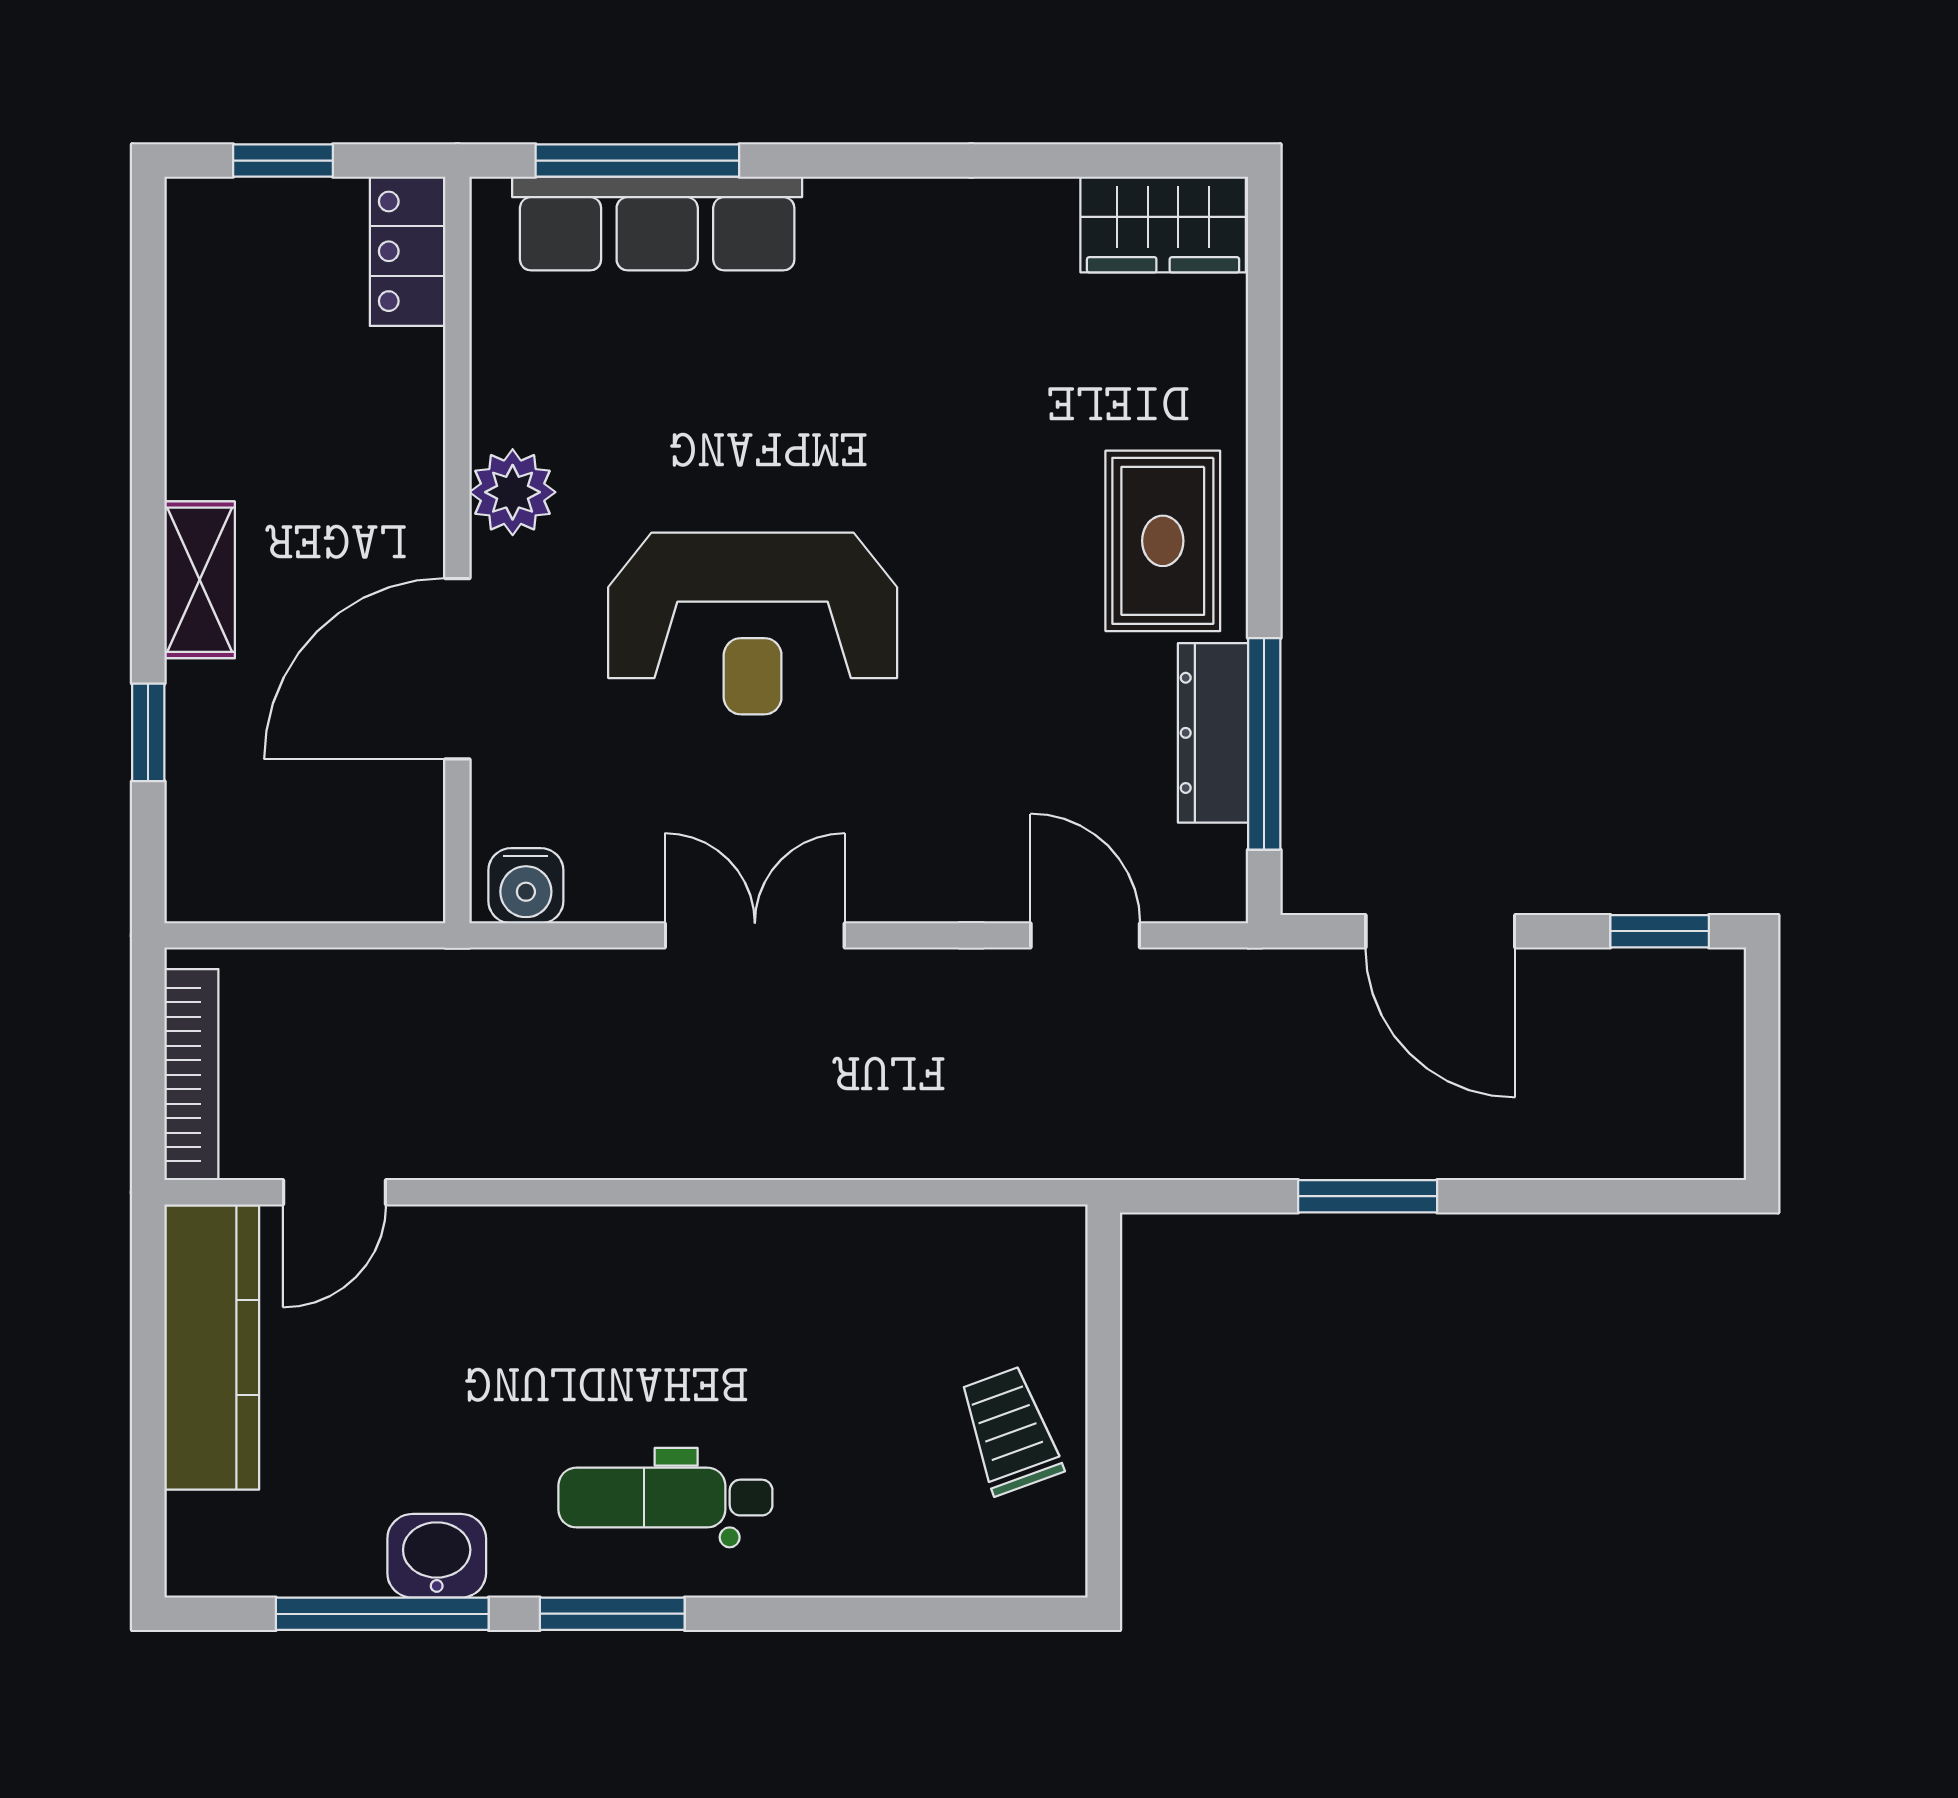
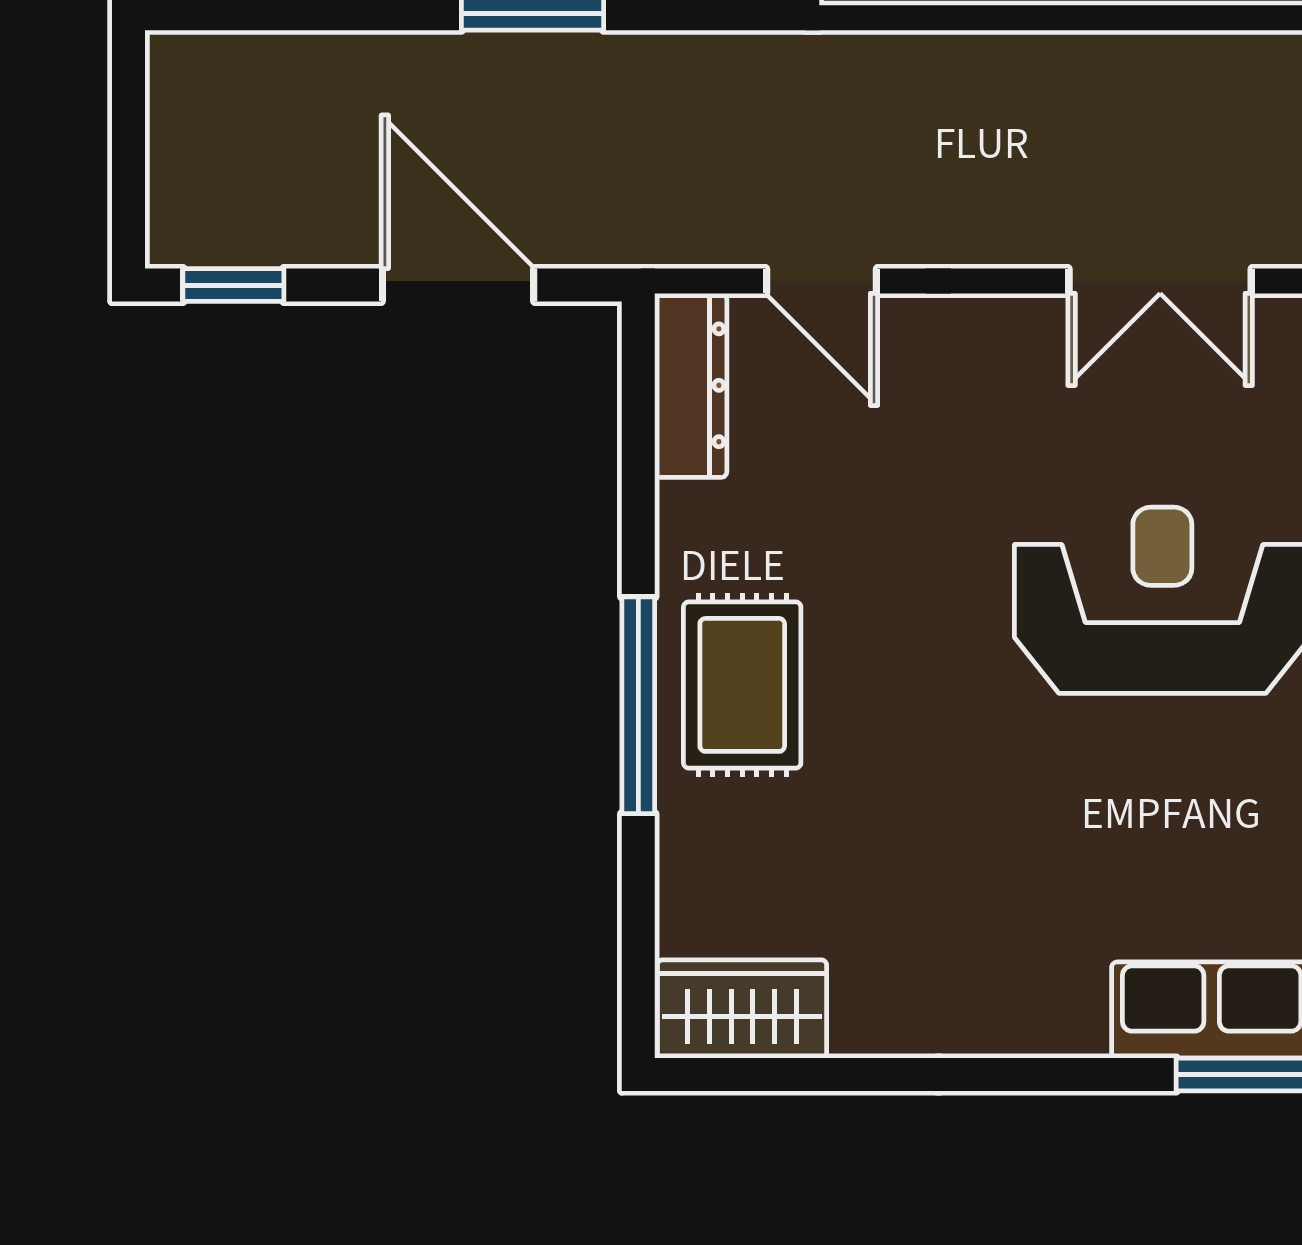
dresser: (1213, 733) -> (691, 385), moved
window: (1264, 744) -> (638, 705), moved

